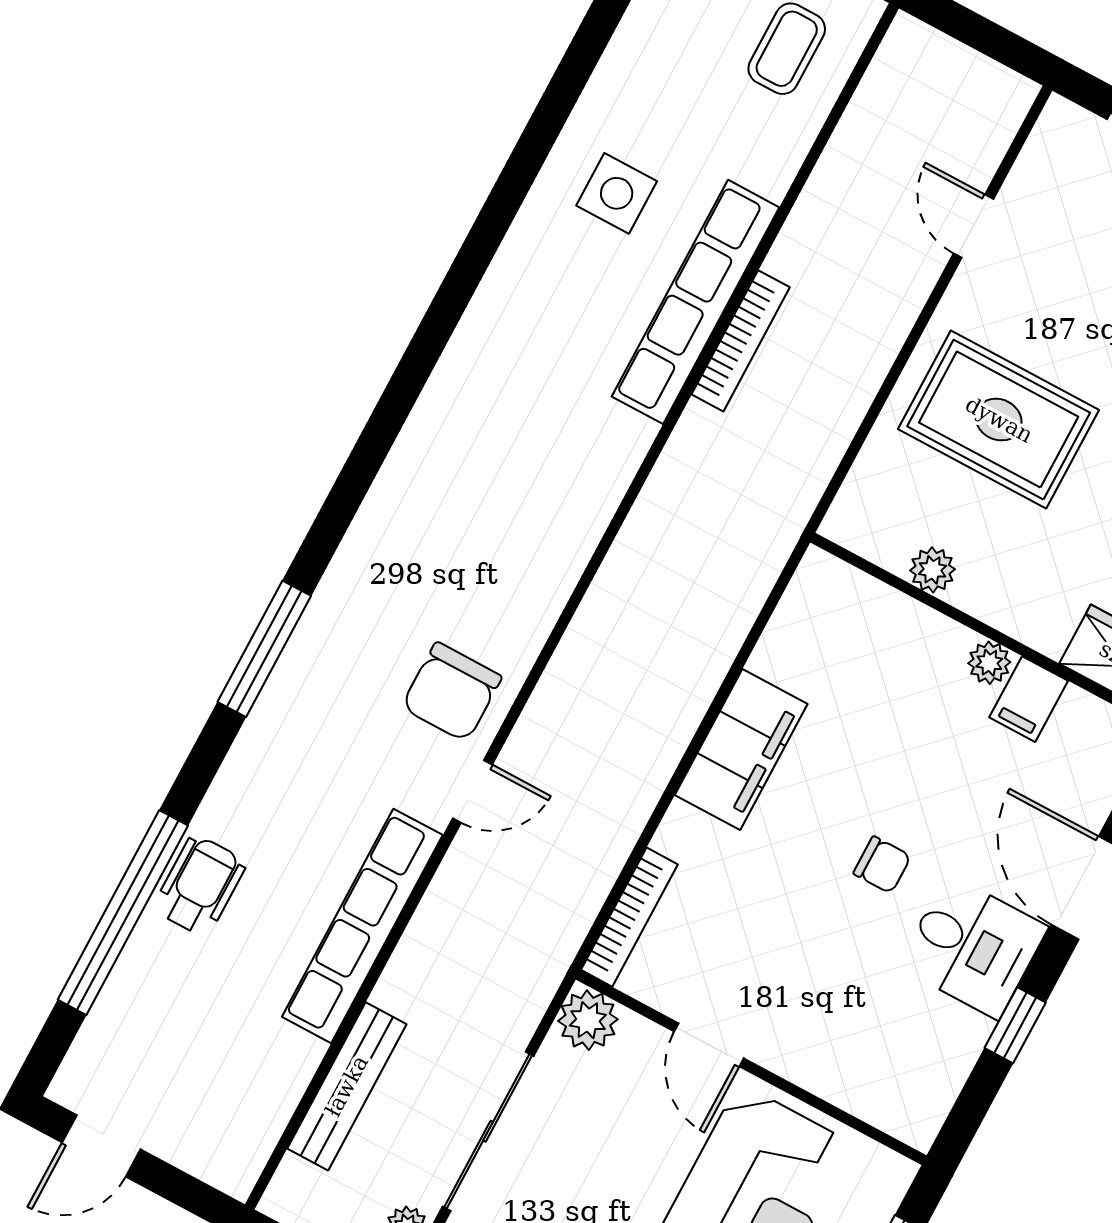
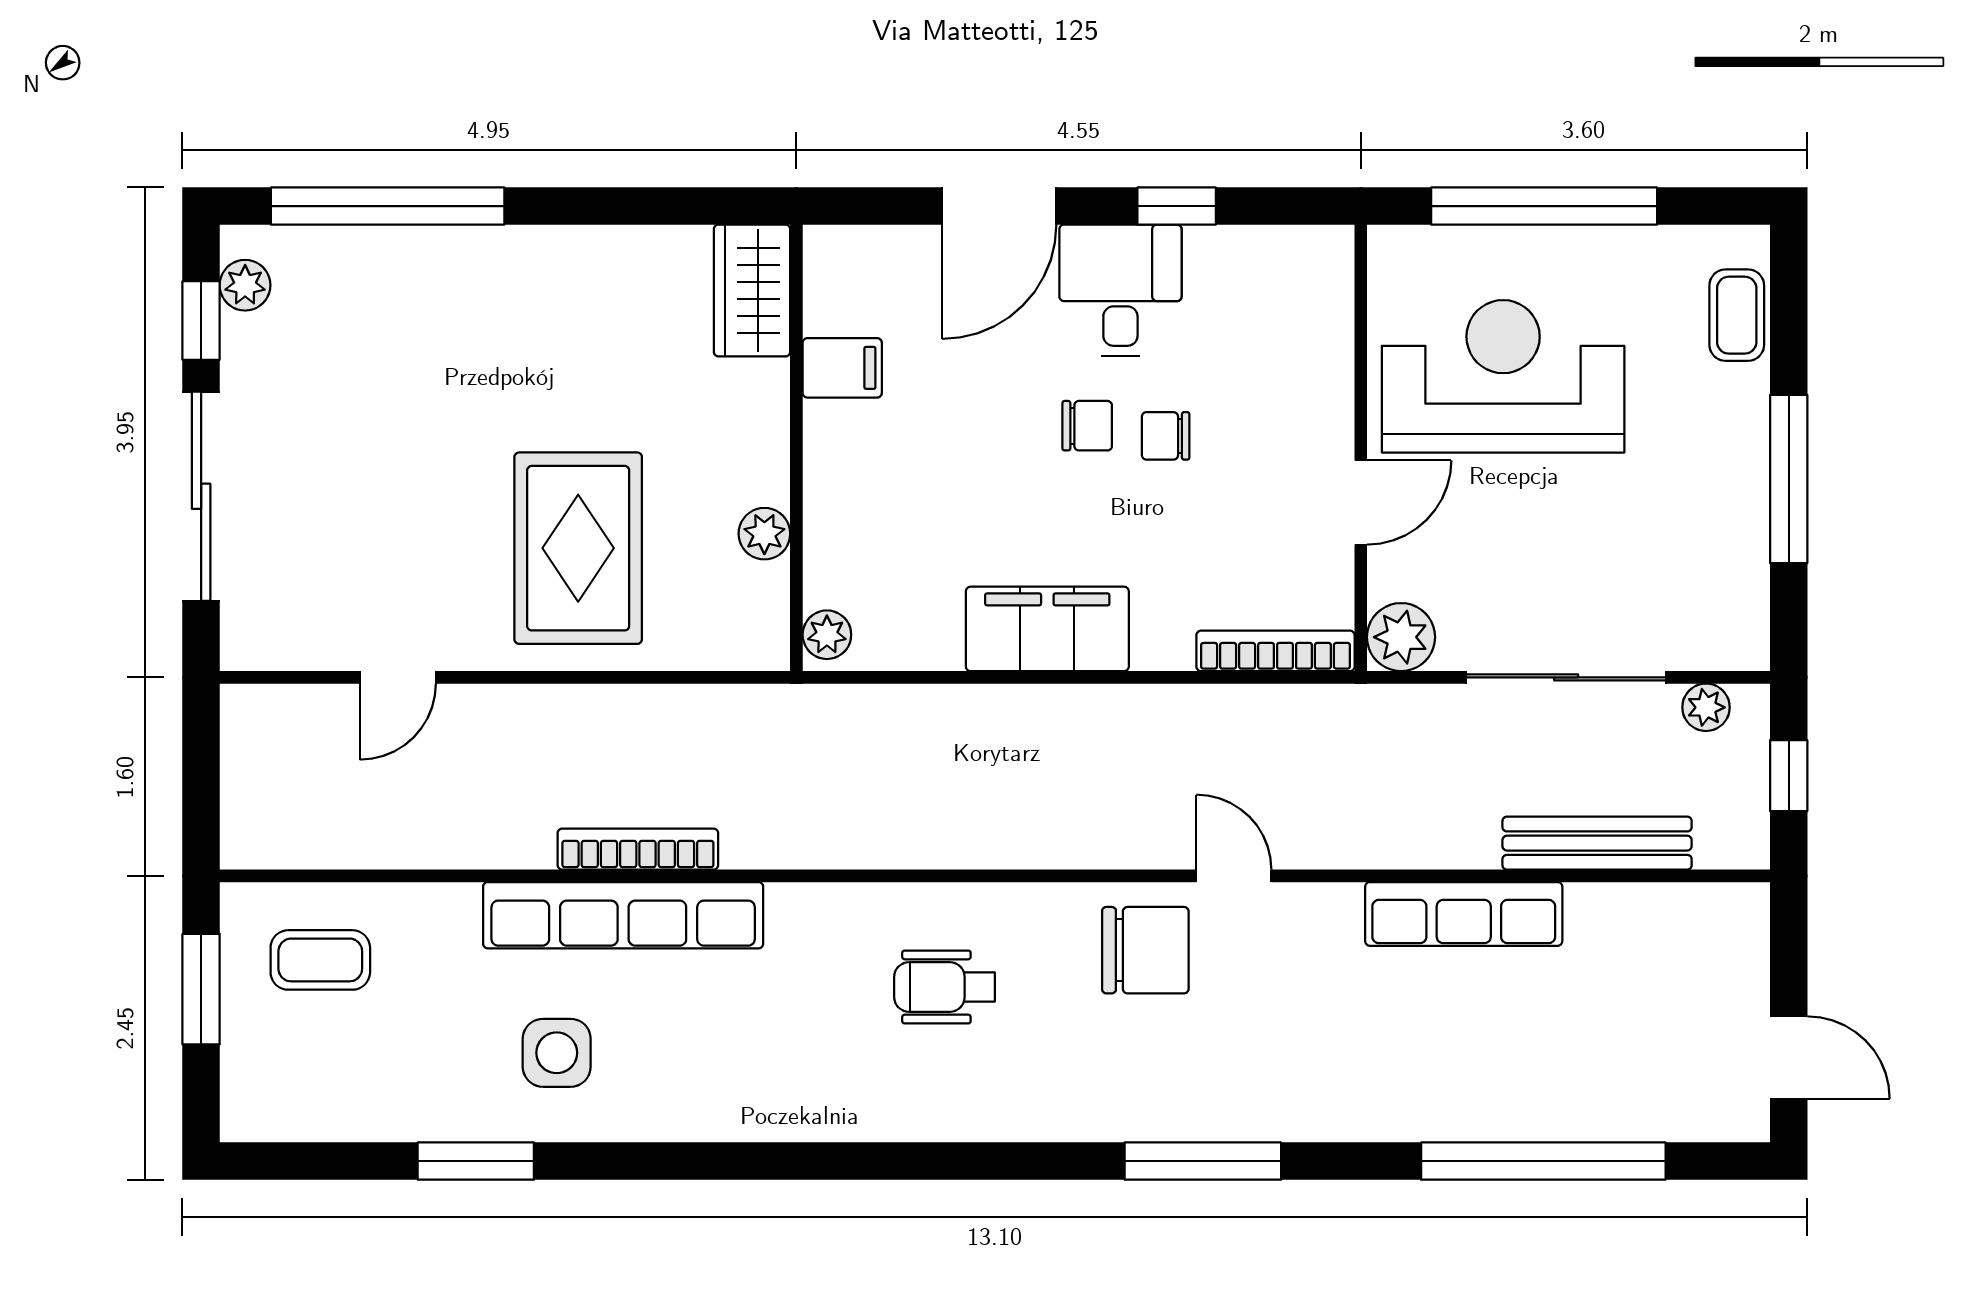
window: (566, 86) -> (476, 1161), added
plant: (989, 663) -> (827, 635), moved
chair: (882, 865) -> (1087, 426), turned 90
wheelchair: (200, 886) -> (945, 987), moved
chair: (842, 921) -> (1166, 436), added
row of seats: (362, 926) -> (1464, 914), width x0.73

